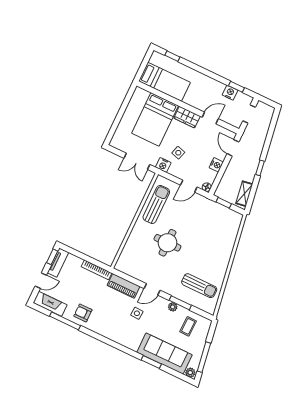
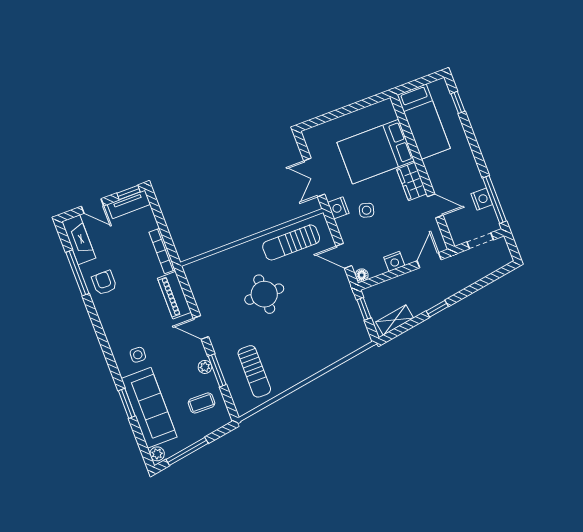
window: (236, 87) -> (494, 199), width x2.17
sun lounger: (156, 204) -> (291, 242), turned 180
side table: (137, 313) -> (138, 355), moved

